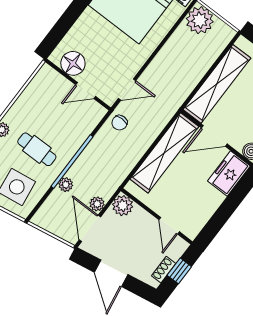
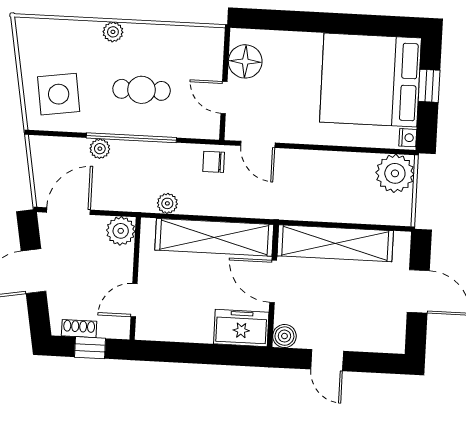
cafe table: (37, 149) -> (142, 90), moved, turned 90
plant: (97, 204) -> (167, 203), moved

